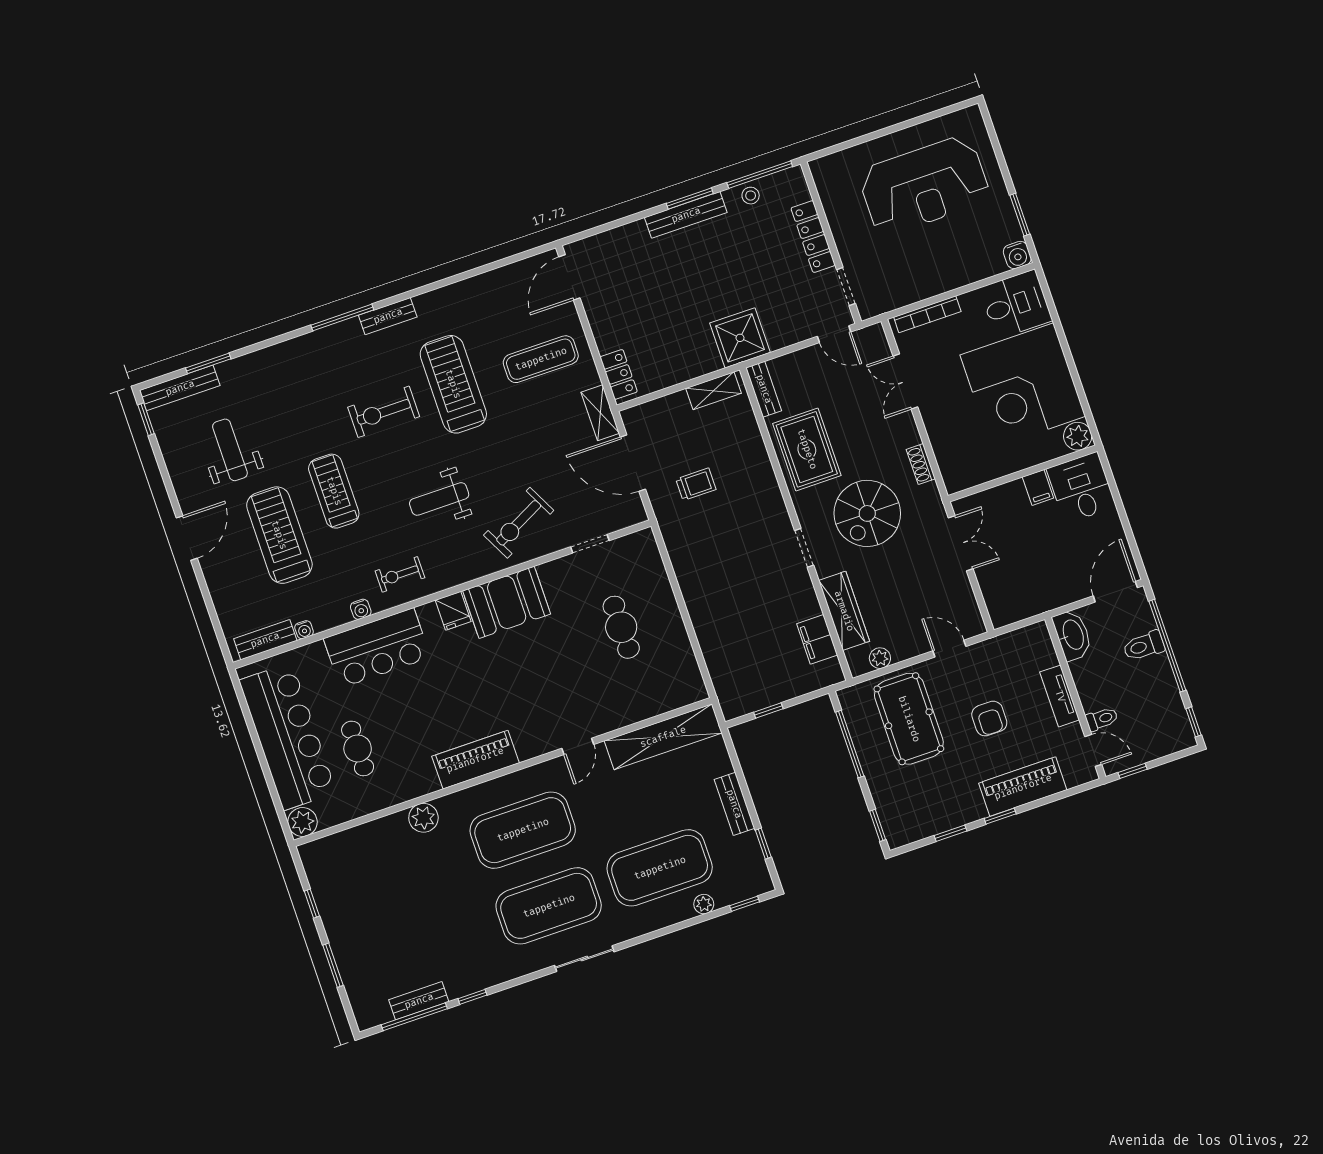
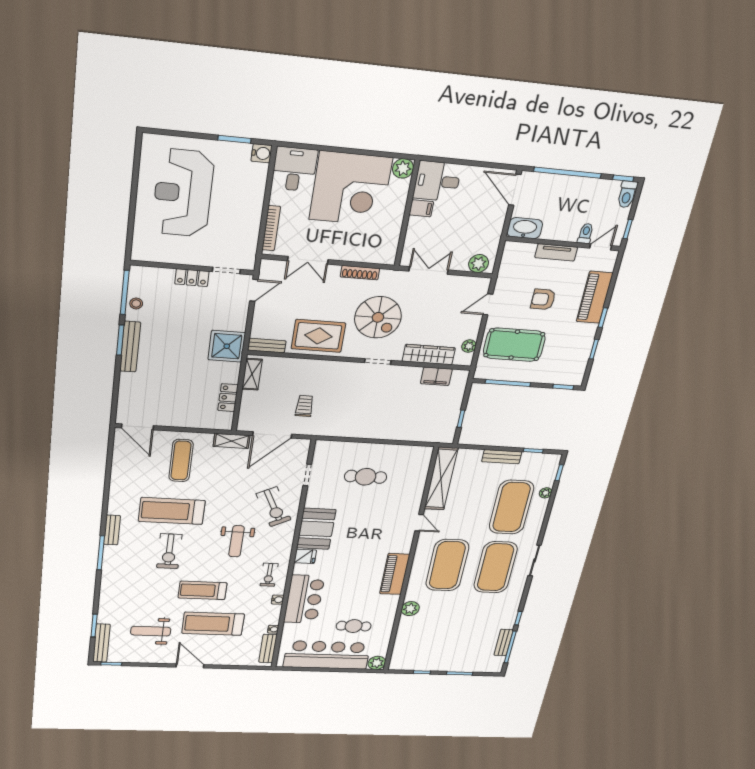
reception desk: (924, 186) -> (183, 193), turned 180
locker: (813, 237) -> (192, 278), width x0.66
locker: (619, 374) -> (228, 398), moved, turned -90
shoe rack: (921, 464) -> (360, 273), width x1.43
plant: (999, 603) -> (479, 264), added
toilet: (1144, 646) -> (627, 194), moved
armchair: (989, 719) -> (543, 299), turned 180

